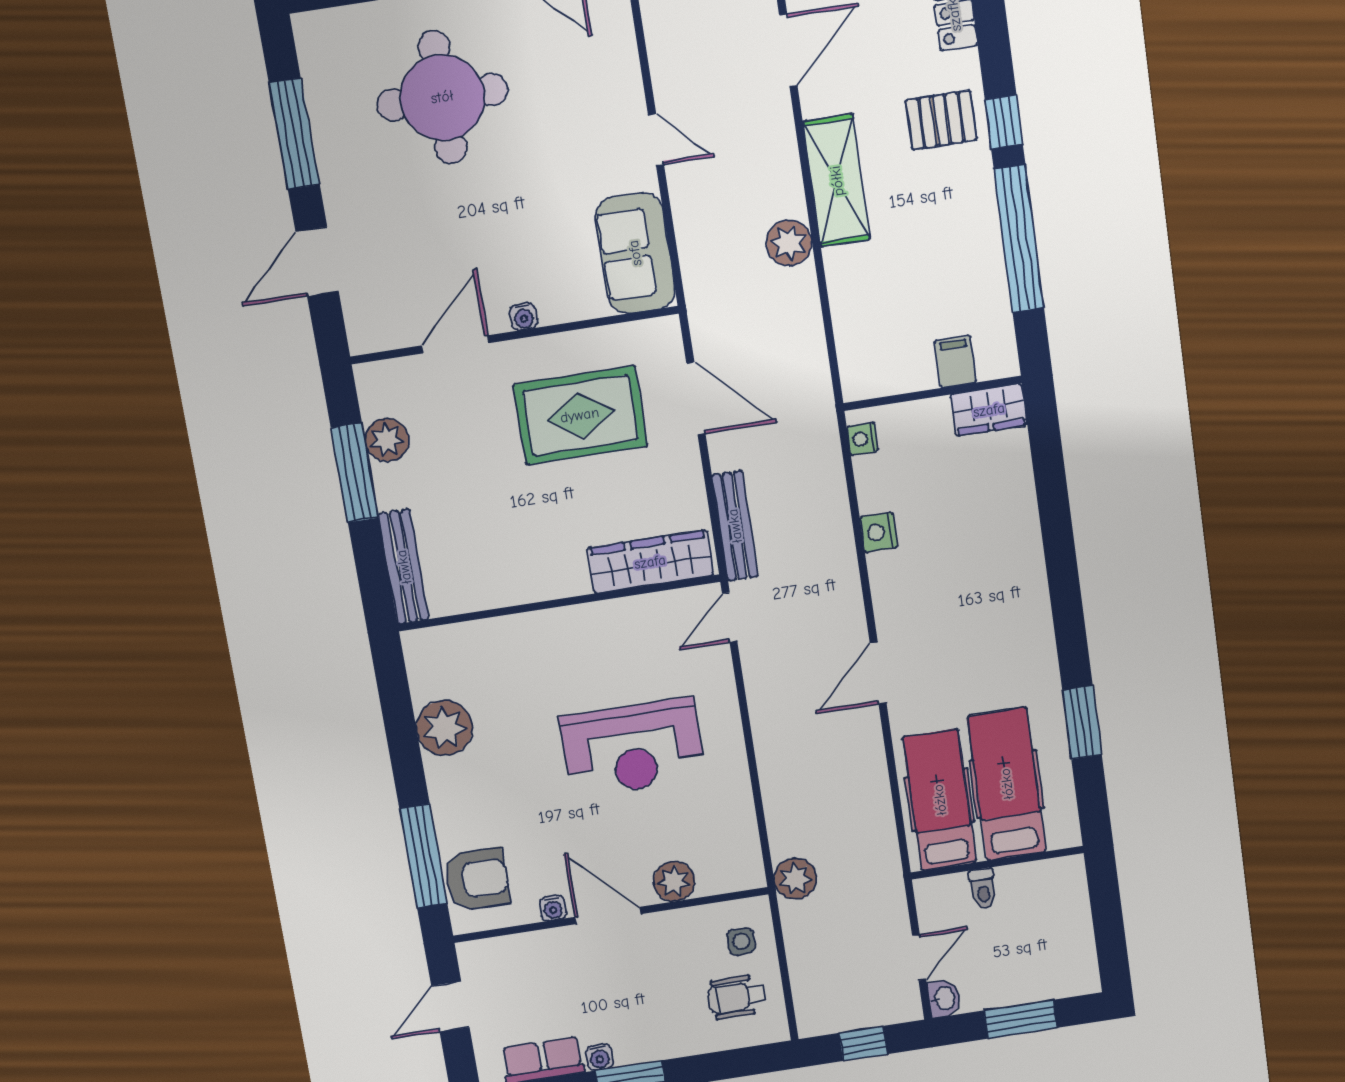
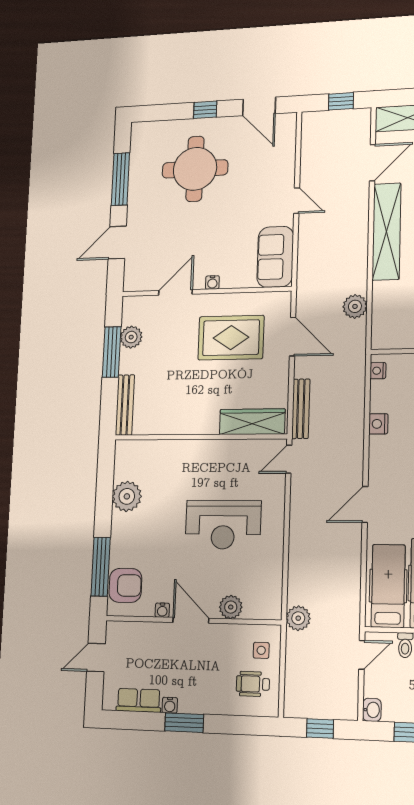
shelving: (837, 181) -> (387, 231), width x1.47
plant: (789, 243) -> (355, 306), moved
door: (919, 957) -> (362, 655), moved

